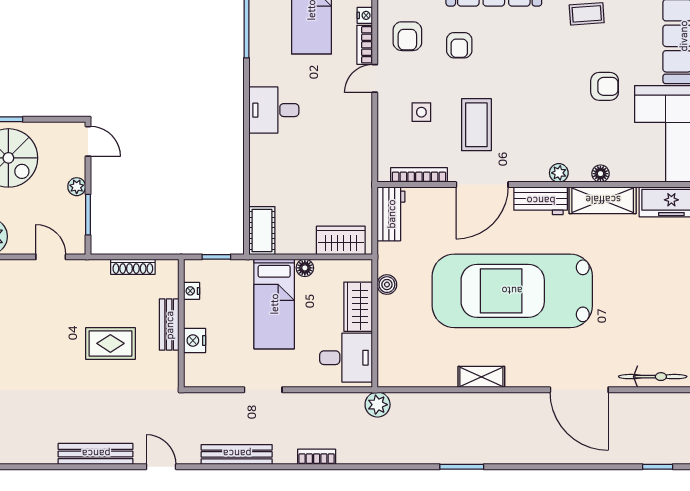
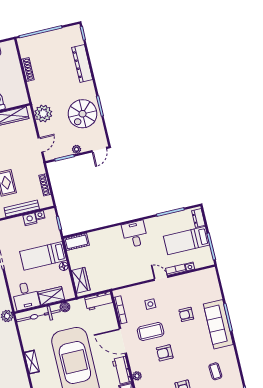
armchair: (407, 36) -> (165, 353), moved
bench: (169, 325) -> (22, 208), width x1.36
nightstand: (195, 341) -> (30, 219), moved
bicycle: (392, 342) -> (38, 316), added

